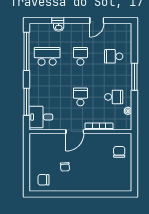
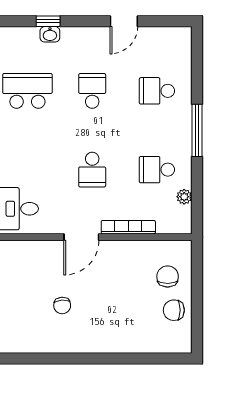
school desk: (80, 97) -> (92, 170), turned 180
school desk: (114, 97) -> (157, 170), turned 180
chair: (43, 180) -> (174, 310), moved

